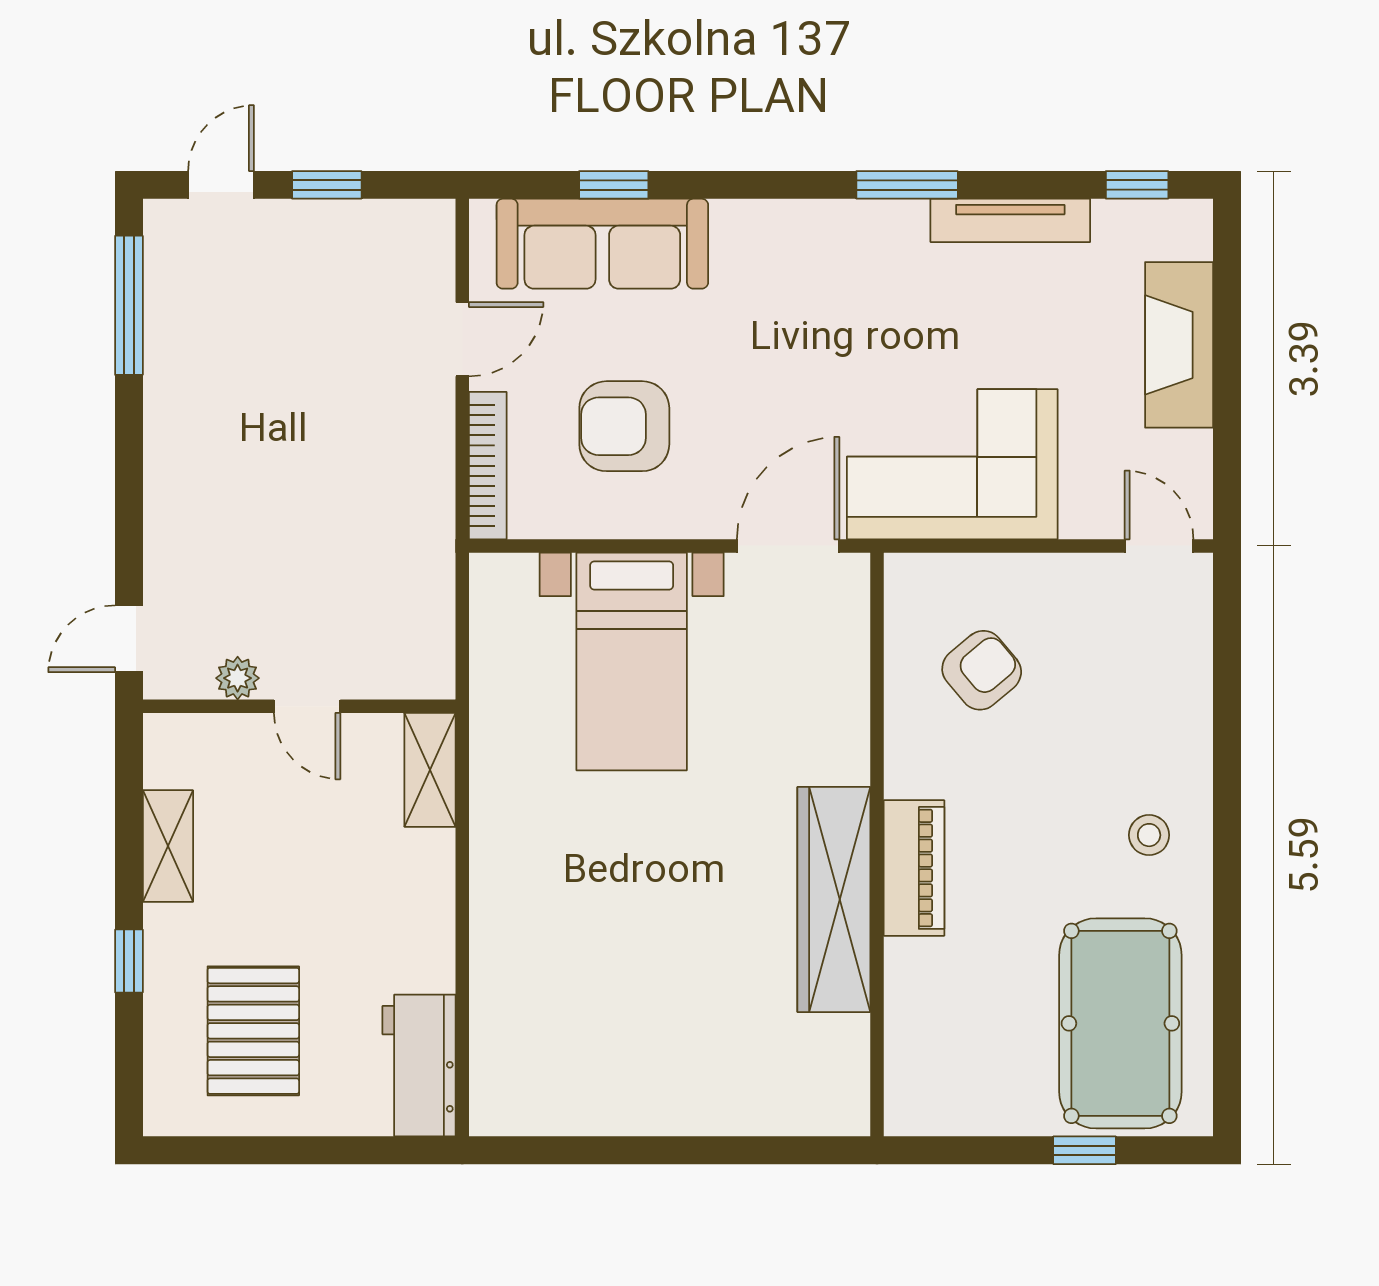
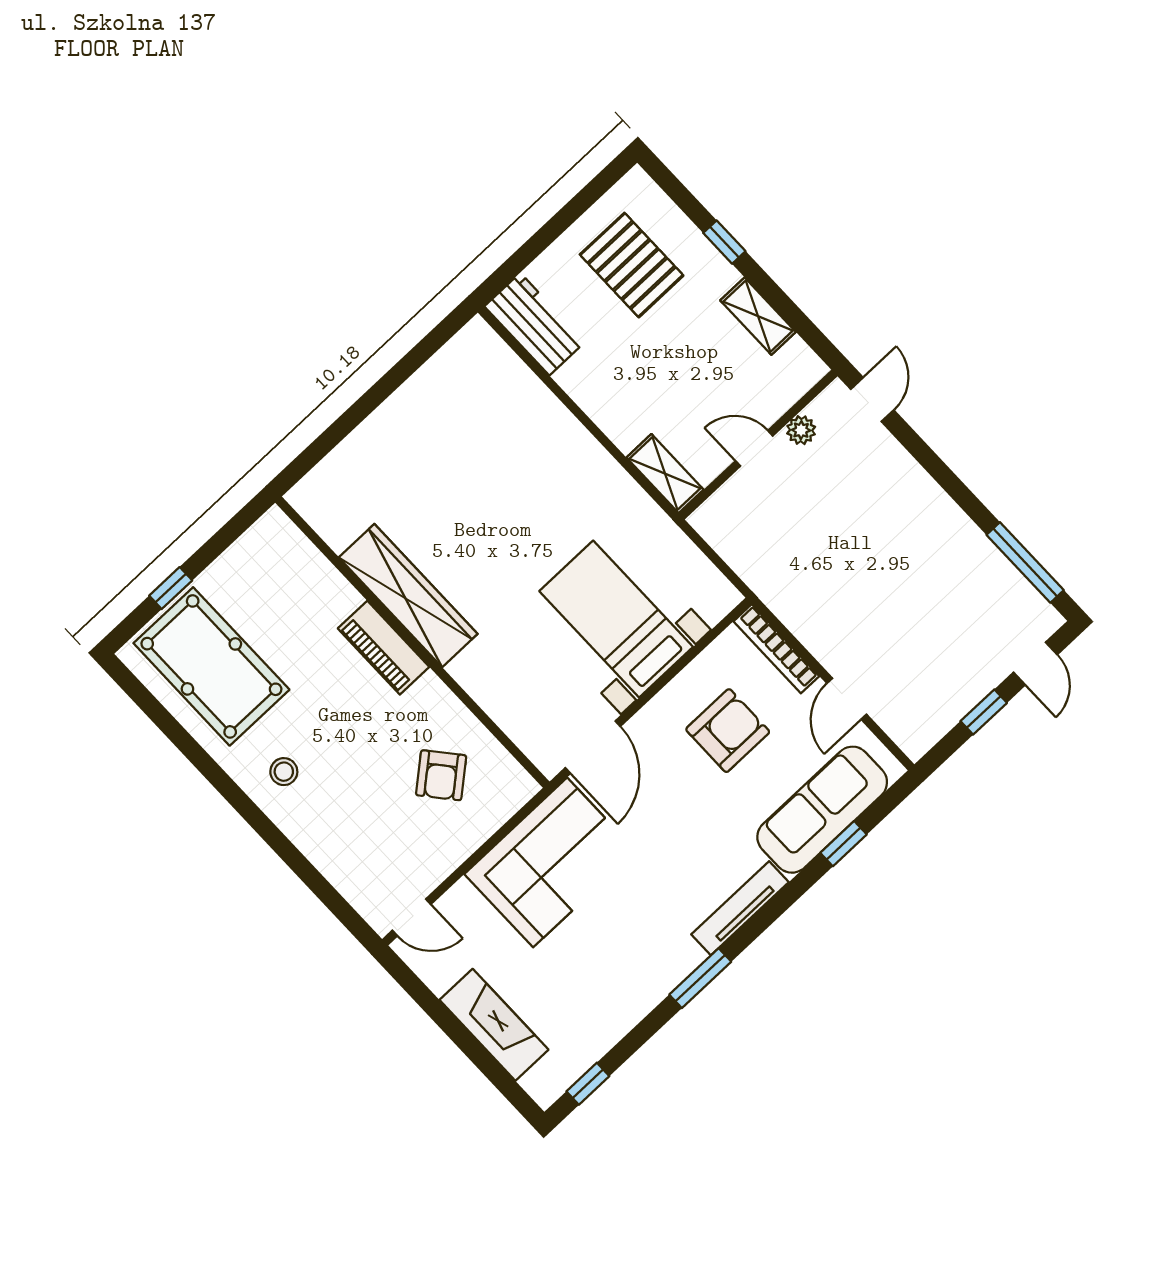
tv unit: (1010, 220) -> (740, 908), moved

